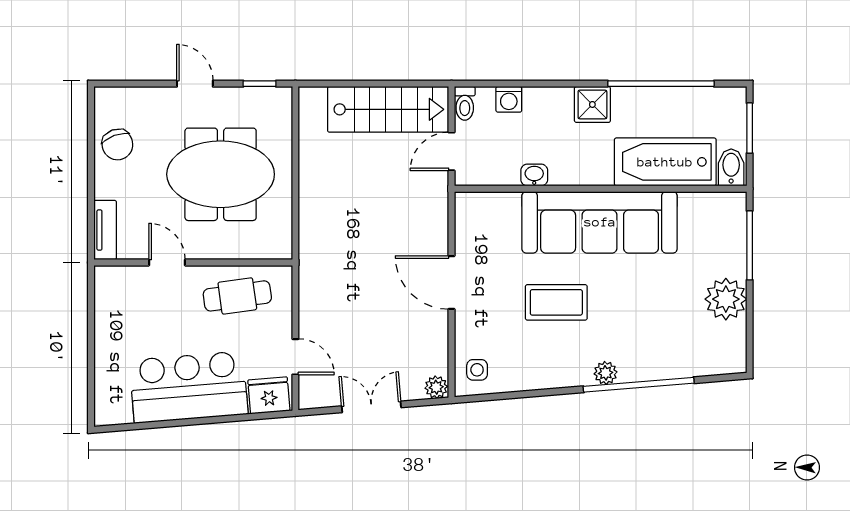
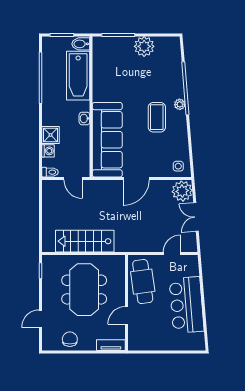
door: (195, 84) -> (40, 319), moved
shower: (592, 104) -> (51, 135), moved
stairs: (388, 109) -> (85, 241), moved, turned -90
chair: (117, 145) -> (70, 339), turned -70
washbasin: (534, 175) -> (84, 118), moved
sofa: (600, 222) -> (107, 140), moved
cafe table: (237, 296) -> (143, 282), width x1.37, depth x1.35
coffee table: (556, 302) -> (157, 117), moved
plant: (436, 387) -> (182, 191), width x1.88, depth x1.88
fridge: (269, 395) -> (190, 266), removed

